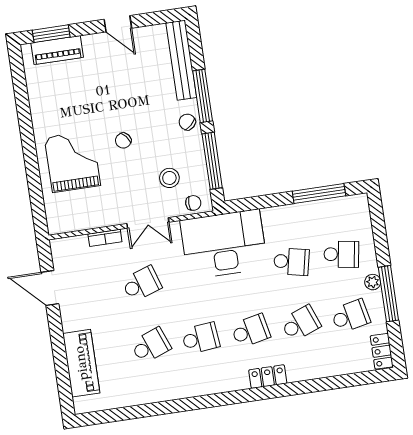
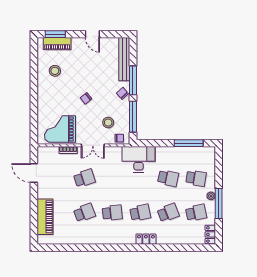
stool: (60, 99) -> (55, 71), added
grand piano: (72, 162) -> (60, 129), moved, turned -90
desk: (224, 244) -> (138, 159), width x0.73, depth x0.77

